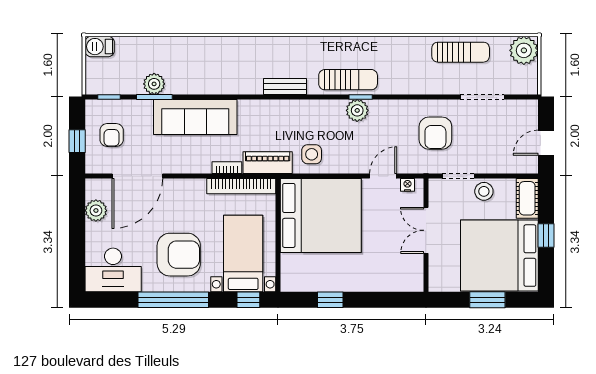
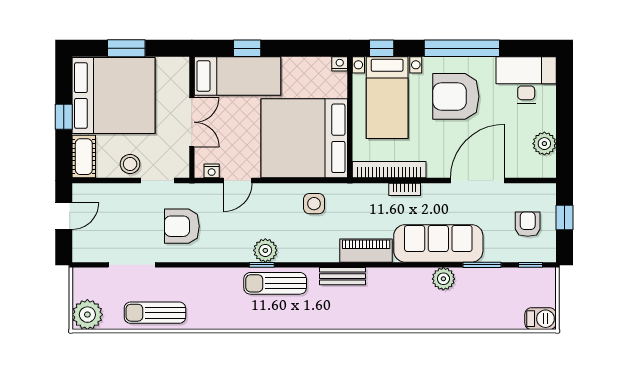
plant: (154, 84) -> (443, 279), moved
armchair: (435, 133) -> (182, 226), turned -90
piano: (268, 163) -> (366, 251), moved, turned 180
door: (137, 176) -> (477, 181), moved
bed: (383, 274) -> (238, 76), added
nightstand: (288, 285) -> (340, 64), added
window: (330, 300) -> (247, 48), moved

